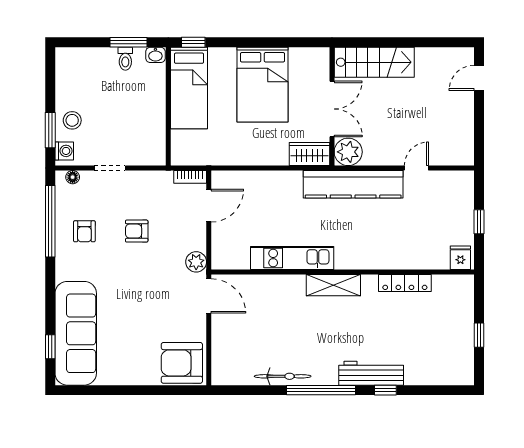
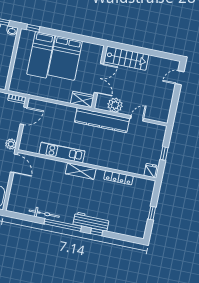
bed: (189, 88) -> (41, 55), moved
plant: (348, 152) -> (115, 105), moved

